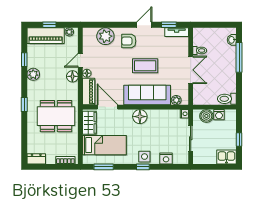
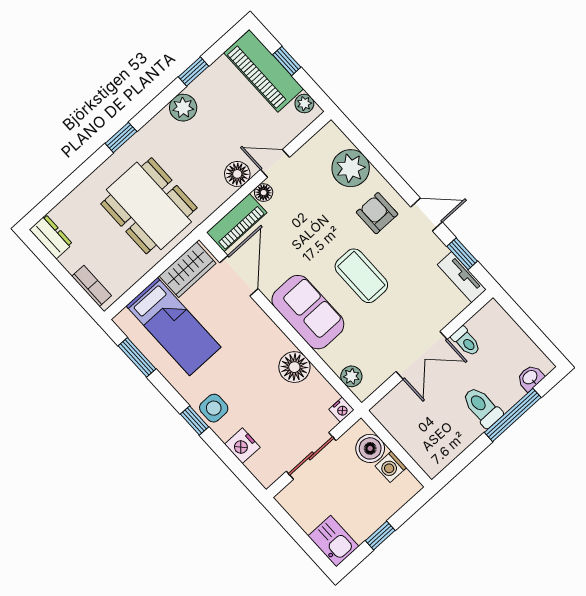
sofa: (147, 95) -> (308, 312), width x0.73
toilet: (227, 99) -> (482, 407), moved
floor lamp: (140, 117) -> (294, 367), moved

